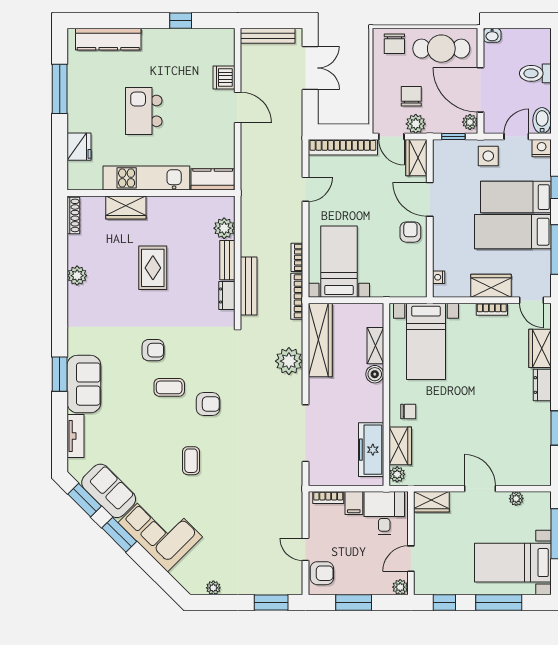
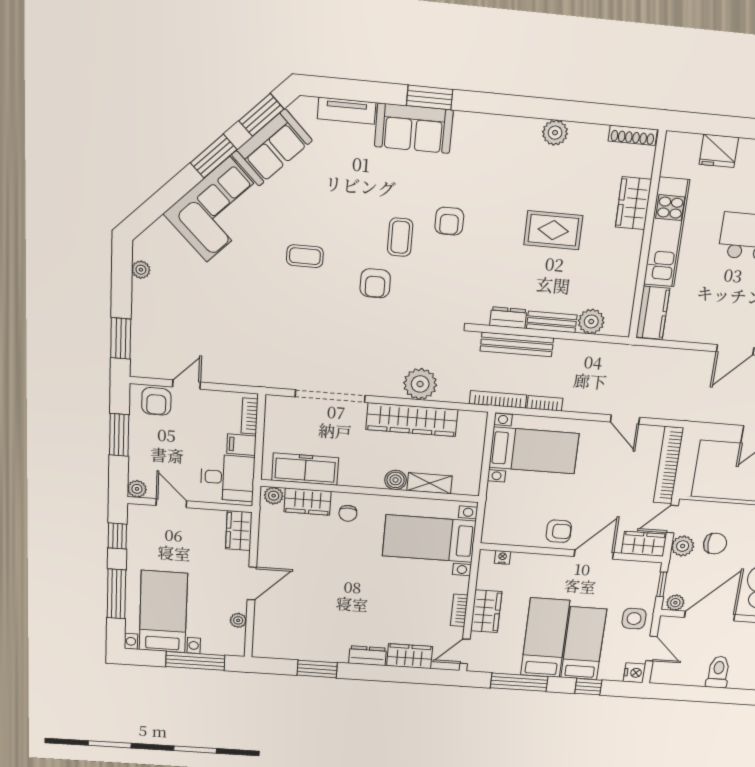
bidet: (542, 121) -> (665, 675), removed
wardrobe: (320, 340) -> (412, 420), moved

